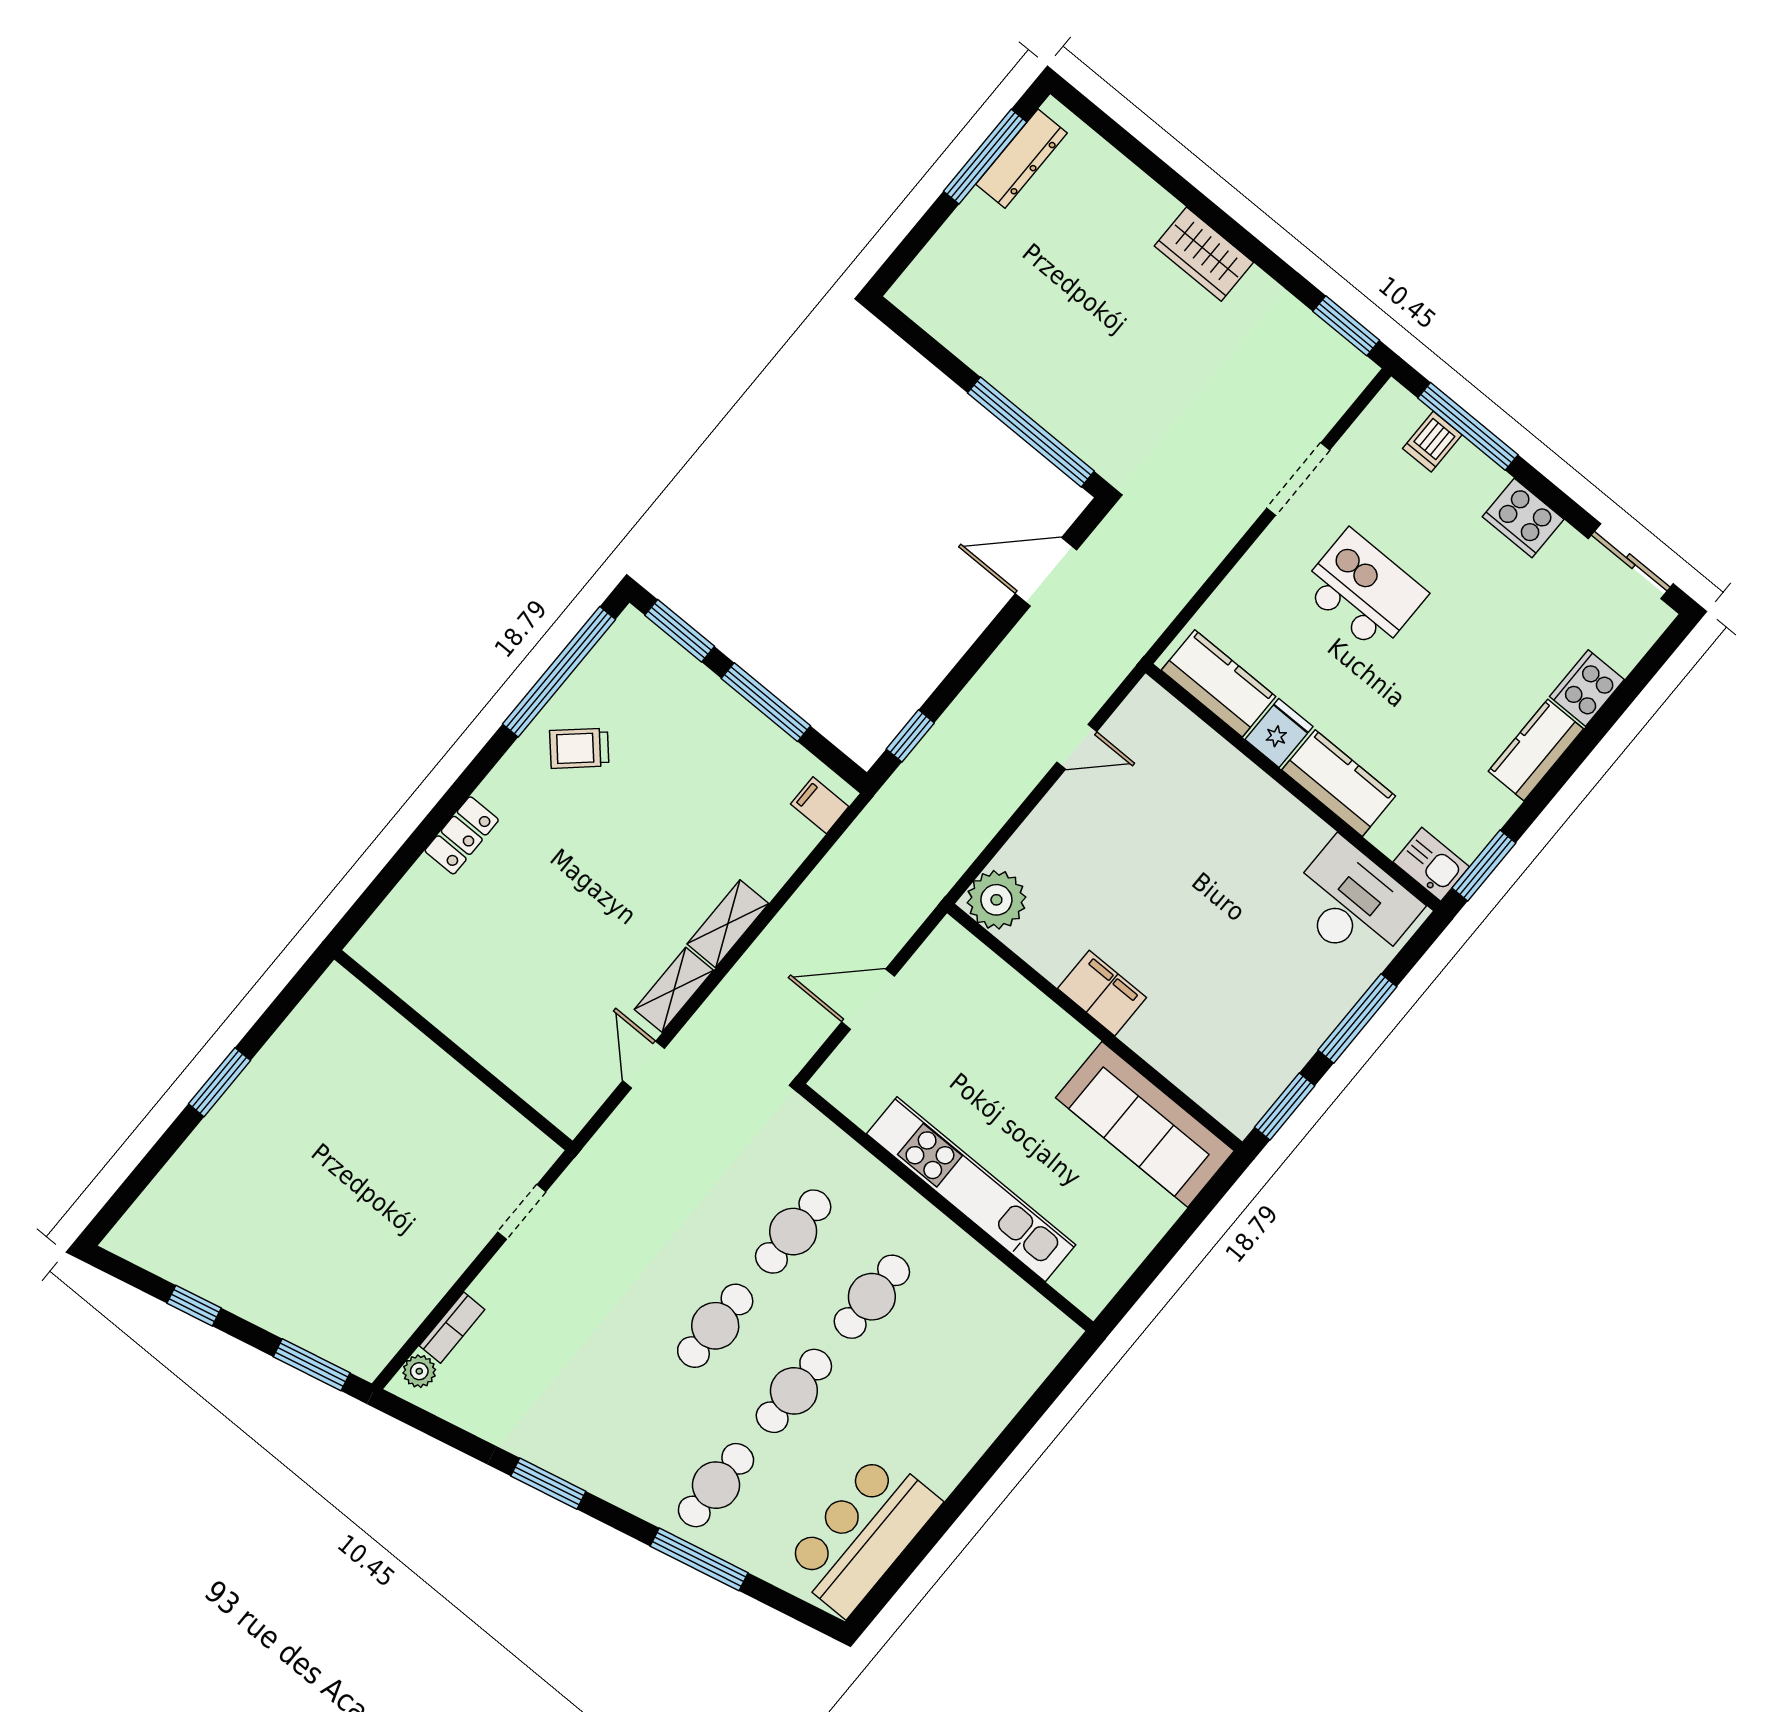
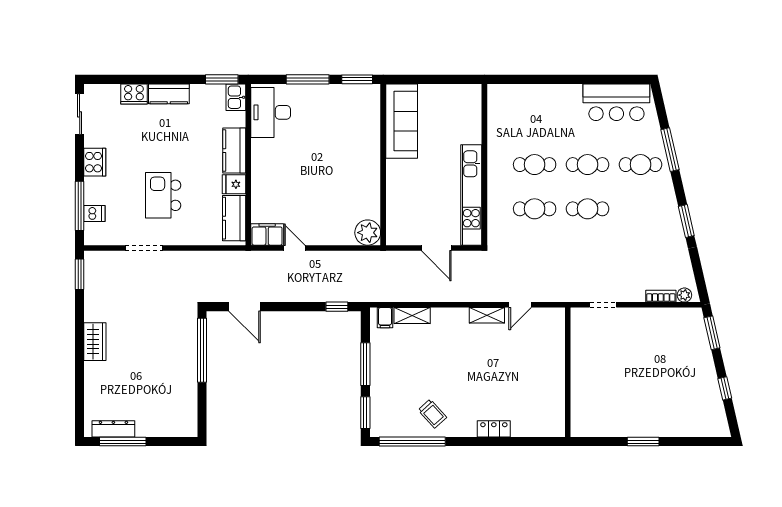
shelving: (728, 924) -> (412, 316), moved
filing cabinet: (1102, 993) -> (267, 235), moved, turned 90
kitchen unit: (971, 1189) -> (471, 195), moved

